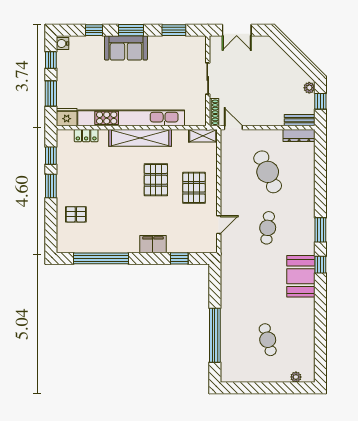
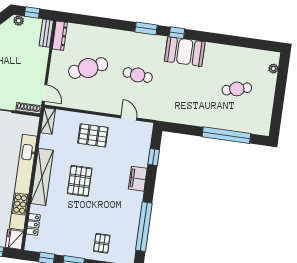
door: (233, 128) -> (45, 93), swing flipped
pallet: (156, 180) -> (80, 181), moved, turned 90

